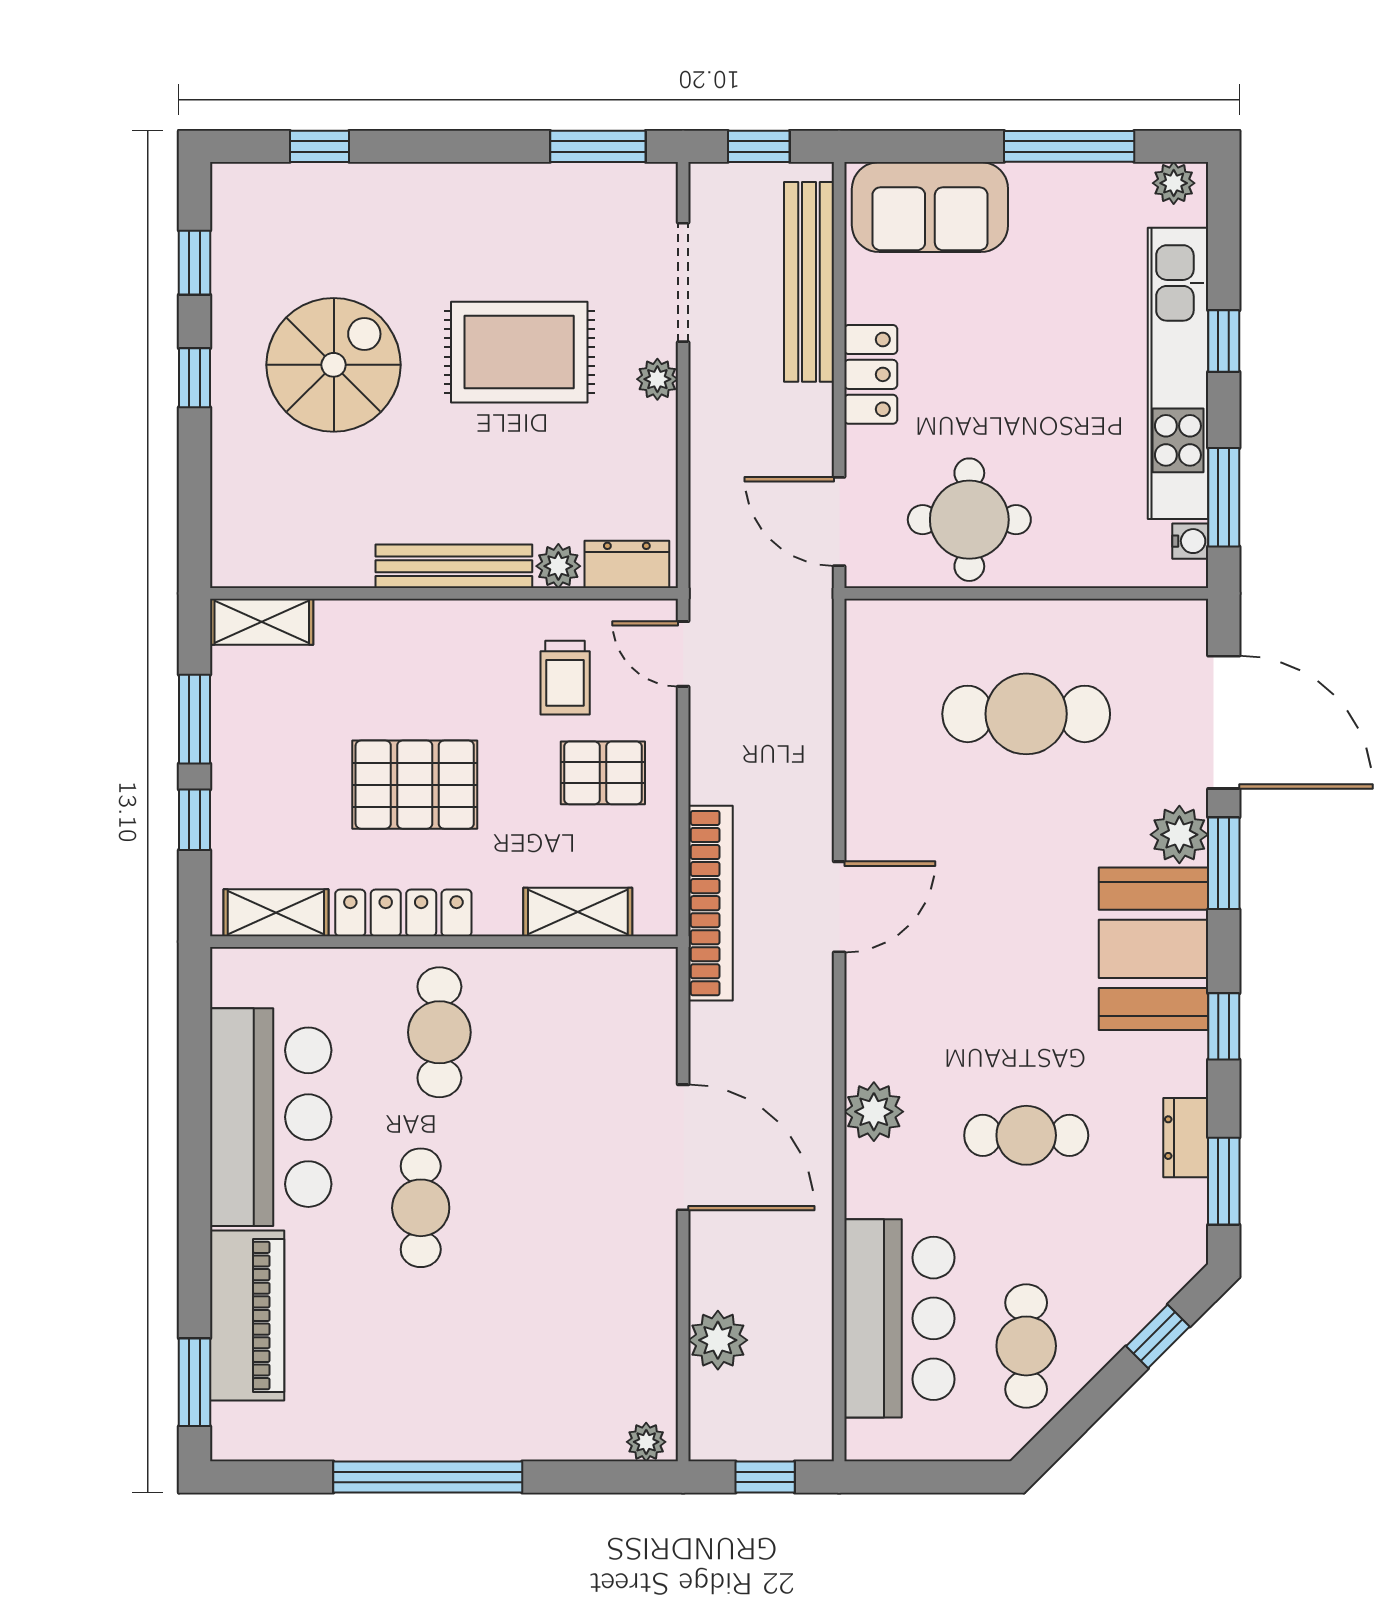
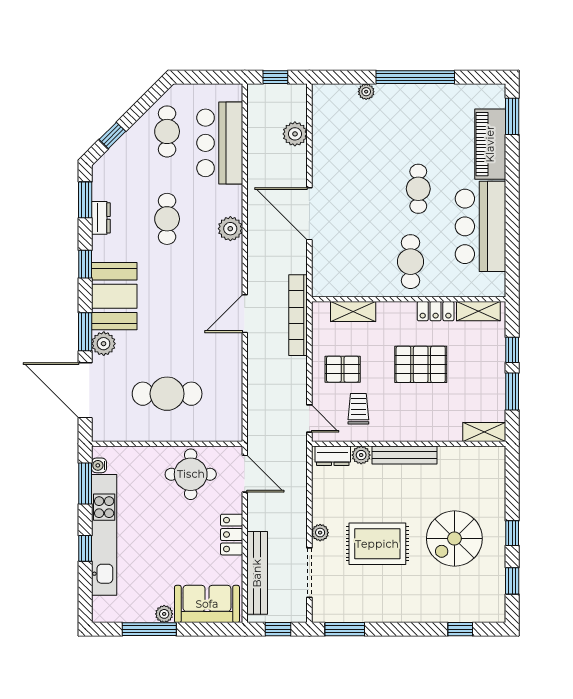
plant: (1174, 183) -> (164, 614), moved
locker: (403, 913) -> (436, 311), width x0.66
cafe table: (1026, 1135) -> (167, 219), turned 90
plant: (646, 1442) -> (366, 92), moved

